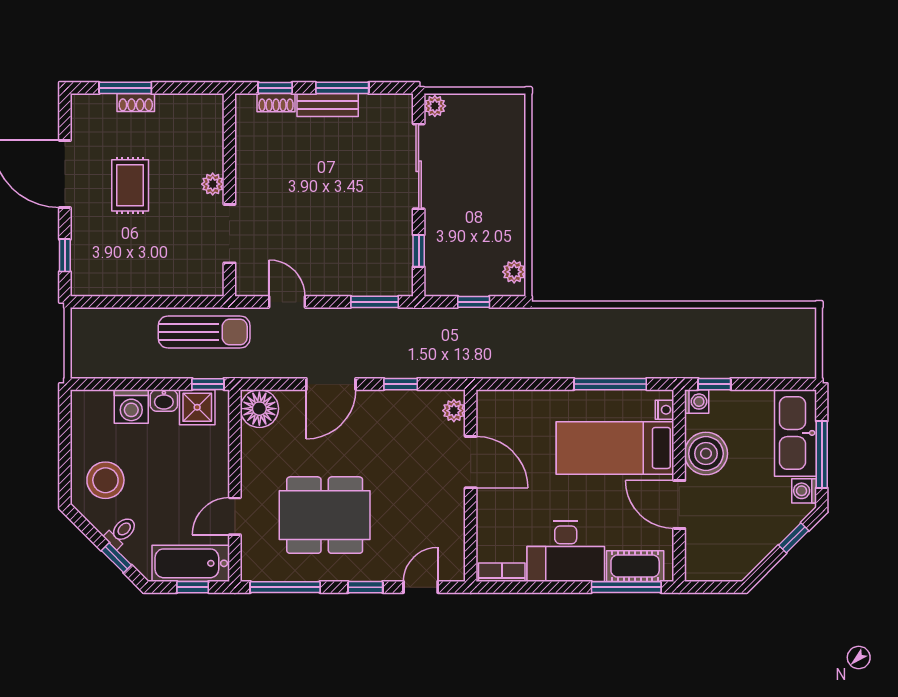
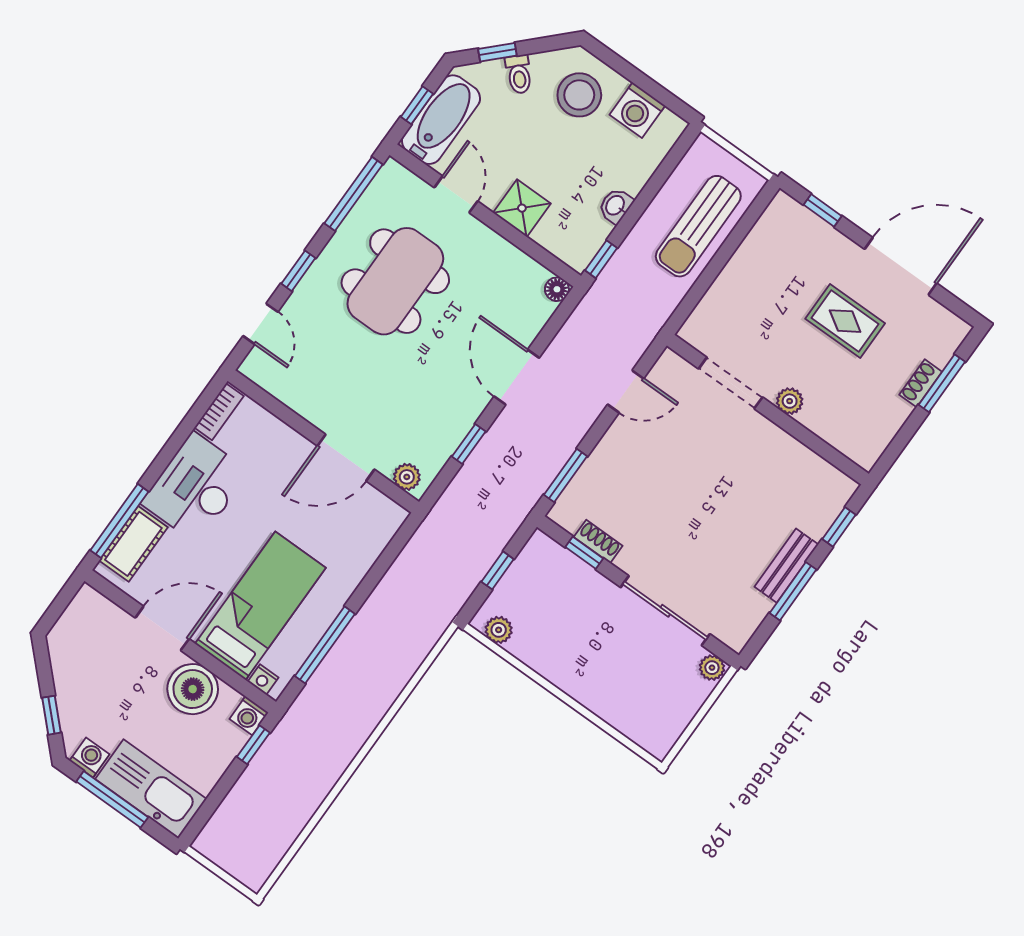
shoe rack: (276, 103) -> (598, 541), moved, turned 90
sun lounger: (204, 332) -> (698, 226), moved
washing machine: (131, 407) -> (637, 110), moved, turned -90
shower: (197, 407) -> (522, 208), moved
floor lamp: (259, 409) -> (557, 289), width x0.53, depth x0.53

